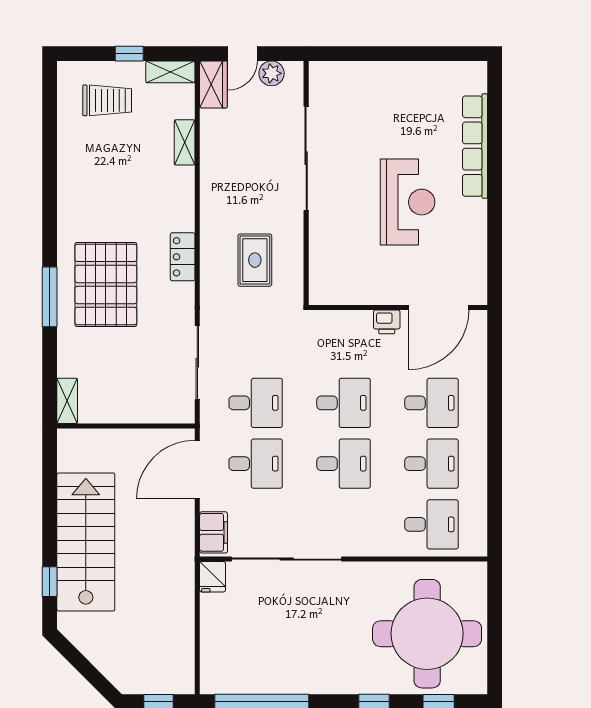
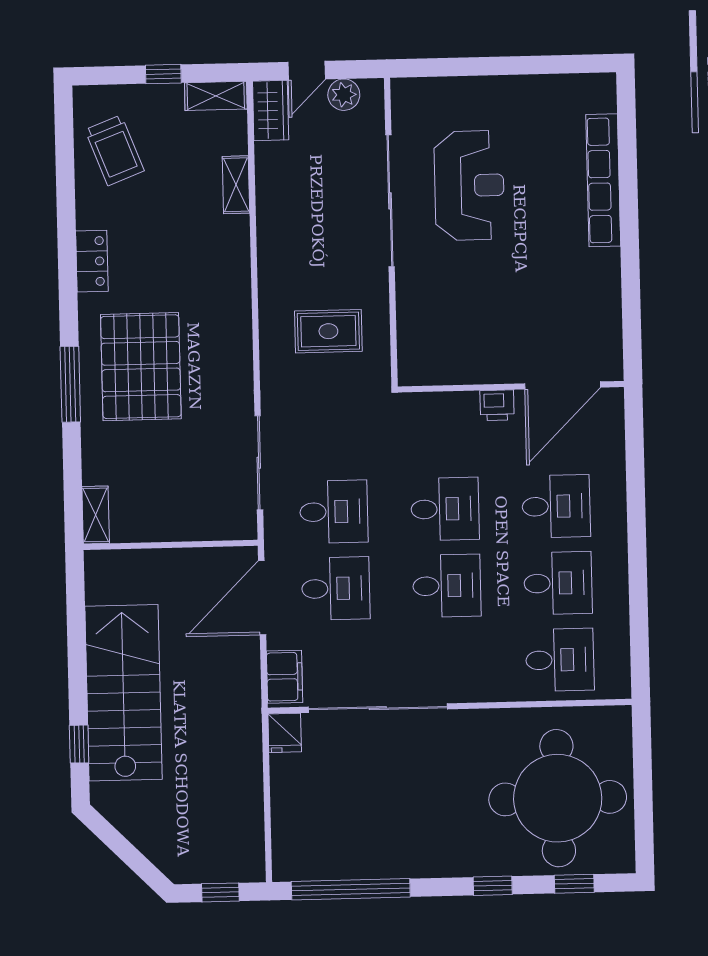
trolley: (107, 100) -> (115, 150), moved, turned 69
reception desk: (408, 202) -> (469, 185), moved
locker: (183, 257) -> (92, 261), moved, turned 180
rug: (255, 260) -> (328, 331), turned 90

